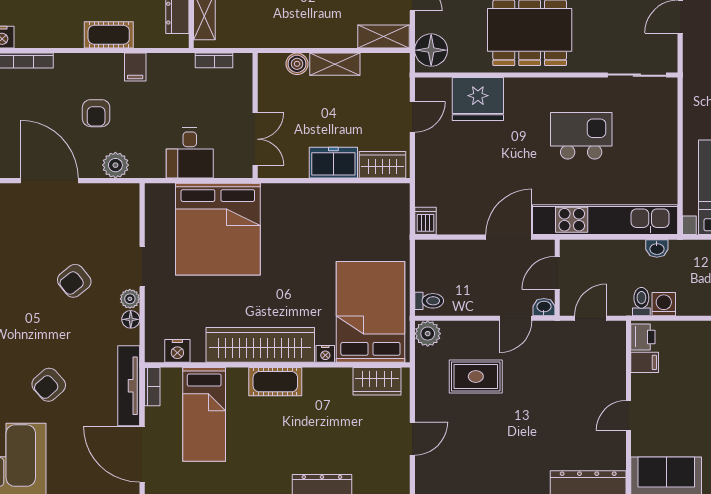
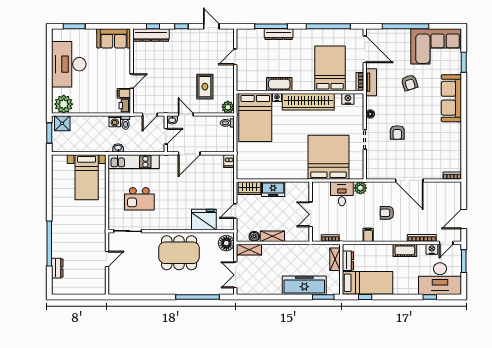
cot: (109, 35) -> (405, 250), moved
boiler: (297, 64) -> (254, 236), moved
armchair: (96, 113) -> (387, 213), turned -90
kitchen island: (581, 136) -> (139, 199), moved
double door: (255, 139) -> (311, 214), moved
plant: (115, 165) -> (360, 188), moved
kitchen unit: (605, 220) -> (134, 162), width x0.73
armchair: (74, 281) -> (397, 132), turned 129
plant: (130, 299) -> (371, 124), removed
door: (516, 318) -> (186, 115), hinge flipped
rug: (476, 376) -> (205, 87), turned 90
wardrobe: (377, 381) -> (252, 84), removed
cot: (275, 382) -> (279, 84), moved
armchair: (49, 385) -> (410, 83), turned 114
tv unit: (129, 386) -> (371, 82), width x0.71
bed: (204, 414) -> (330, 68), width x1.50
door: (629, 415) -> (132, 81), moved

